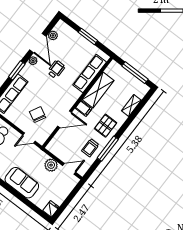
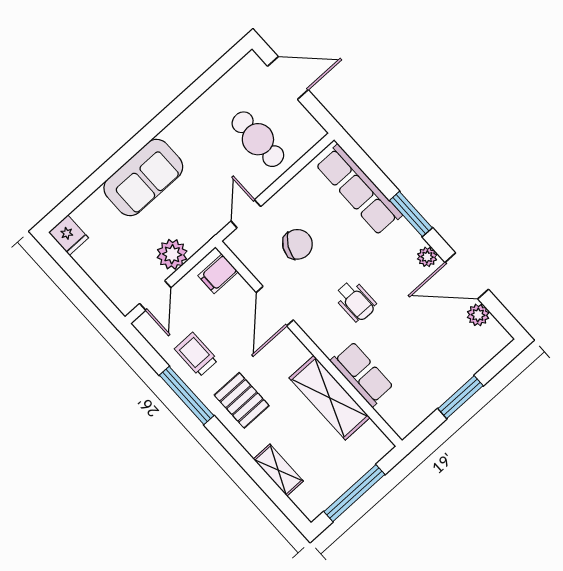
wheelchair: (56, 69) -> (355, 301), moved
row of seats: (90, 73) -> (362, 374), width x0.68
filing cabinet: (84, 108) -> (218, 274), moved

